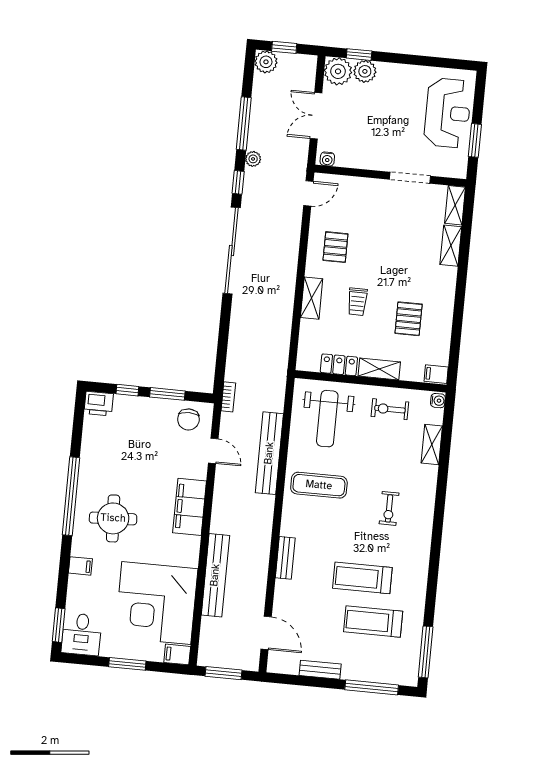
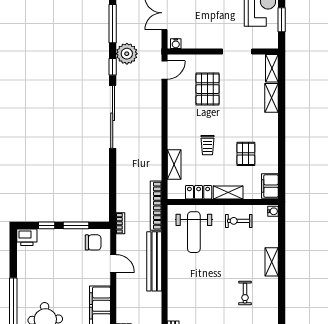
plant: (253, 159) -> (127, 54), width x1.88, depth x1.88
pallet: (335, 247) -> (208, 89), moved, width x1.50, depth x1.42
shelving: (312, 298) -> (174, 164), moved
filing cabinet: (436, 374) -> (270, 186), width x2.00
bookcase: (279, 377) -> (156, 206), added
chair: (188, 419) -> (93, 242), turned -90
shelving: (432, 445) -> (272, 262), moved
exercise mat: (319, 485) -> (192, 281), removed

